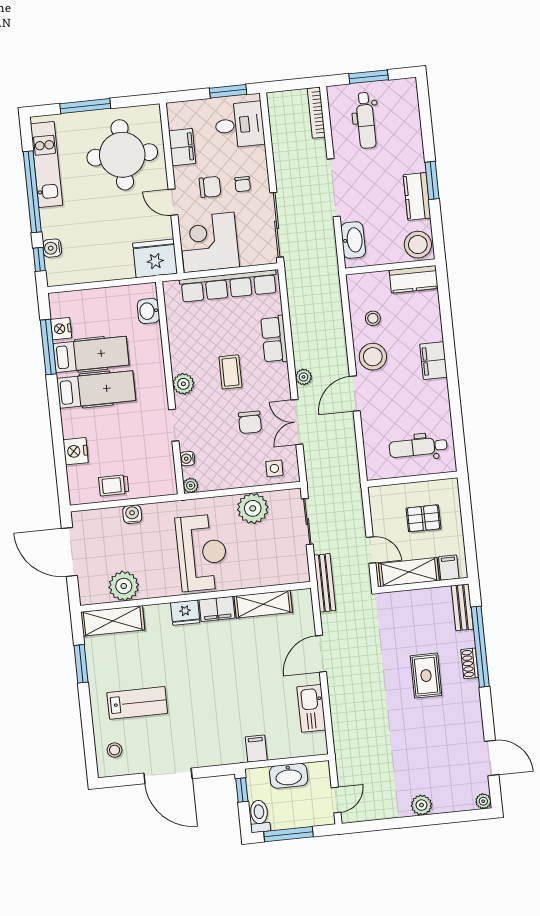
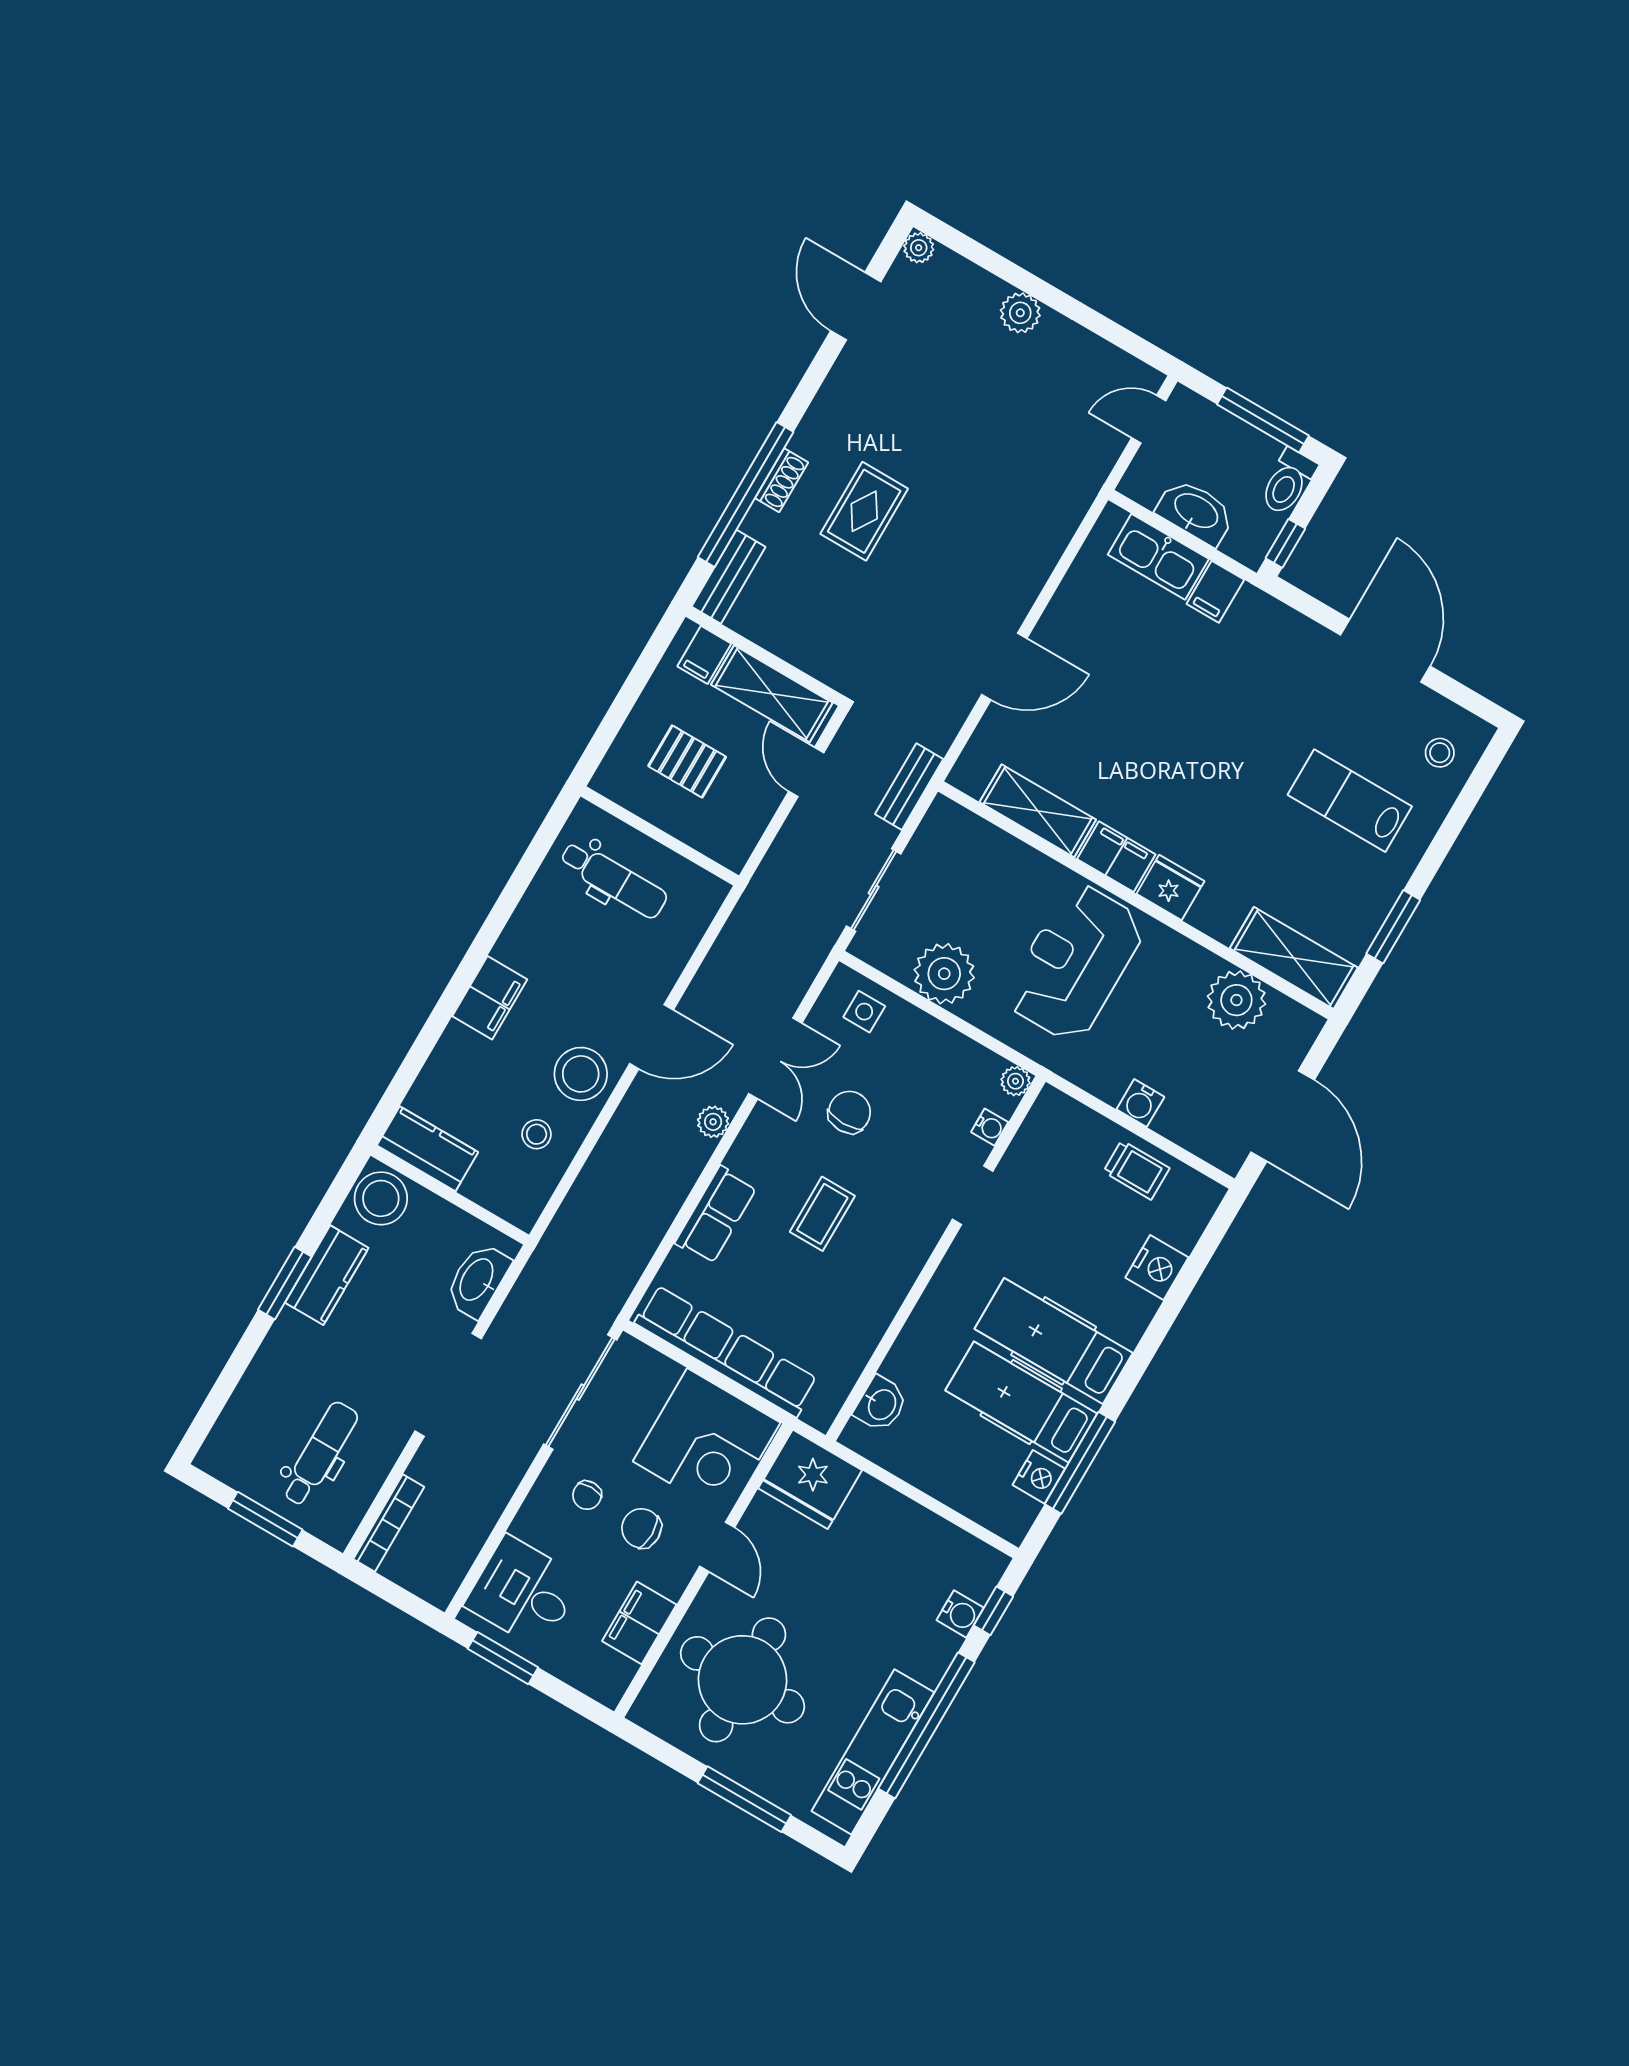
chair: (243, 184) -> (587, 1495), turned 180
plant: (183, 384) -> (910, 1249), removed
bench: (325, 583) -> (909, 787), width x0.73
kitchen sink: (311, 708) -> (1158, 557), moved, turned 90

